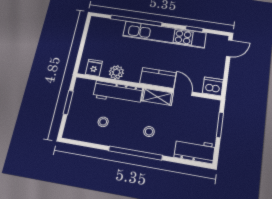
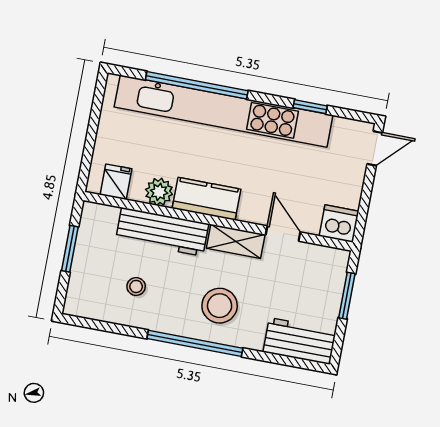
kitchen unit: (164, 34) -> (224, 111), width x1.36
kitchen counter: (158, 78) -> (207, 199), moved
stool: (149, 132) -> (220, 306), width x1.89, depth x1.89

